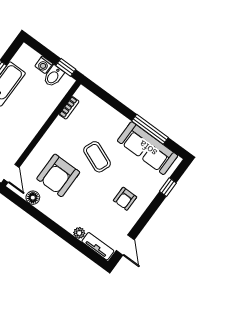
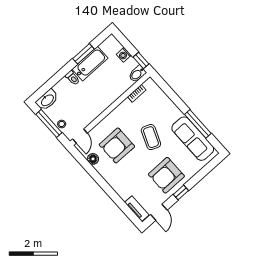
bidet: (54, 76) -> (137, 74), moved
window: (168, 187) -> (181, 192), moved
armchair: (125, 199) -> (166, 175), width x1.88, depth x1.88
plant: (79, 233) -> (124, 195), removed

